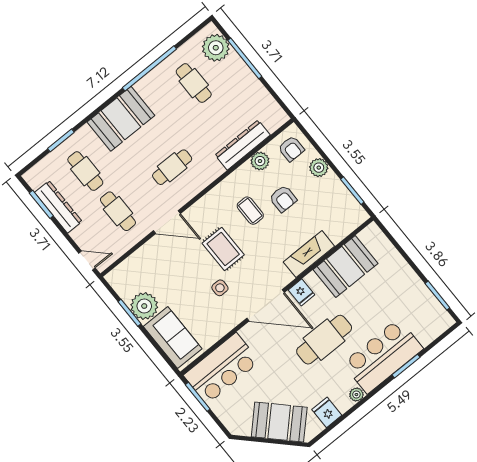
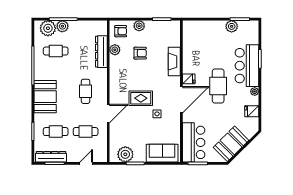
plant: (234, 65) -> (62, 26), added
dresser: (58, 207) -> (51, 157), moved
coffee table: (250, 211) -> (133, 72), removed
door: (87, 260) -> (86, 163), moved
booth: (346, 267) -> (193, 50), removed
plant: (419, 293) -> (232, 26), added
plant: (144, 306) -> (125, 154), moved
booth: (279, 422) -> (231, 144), moved

